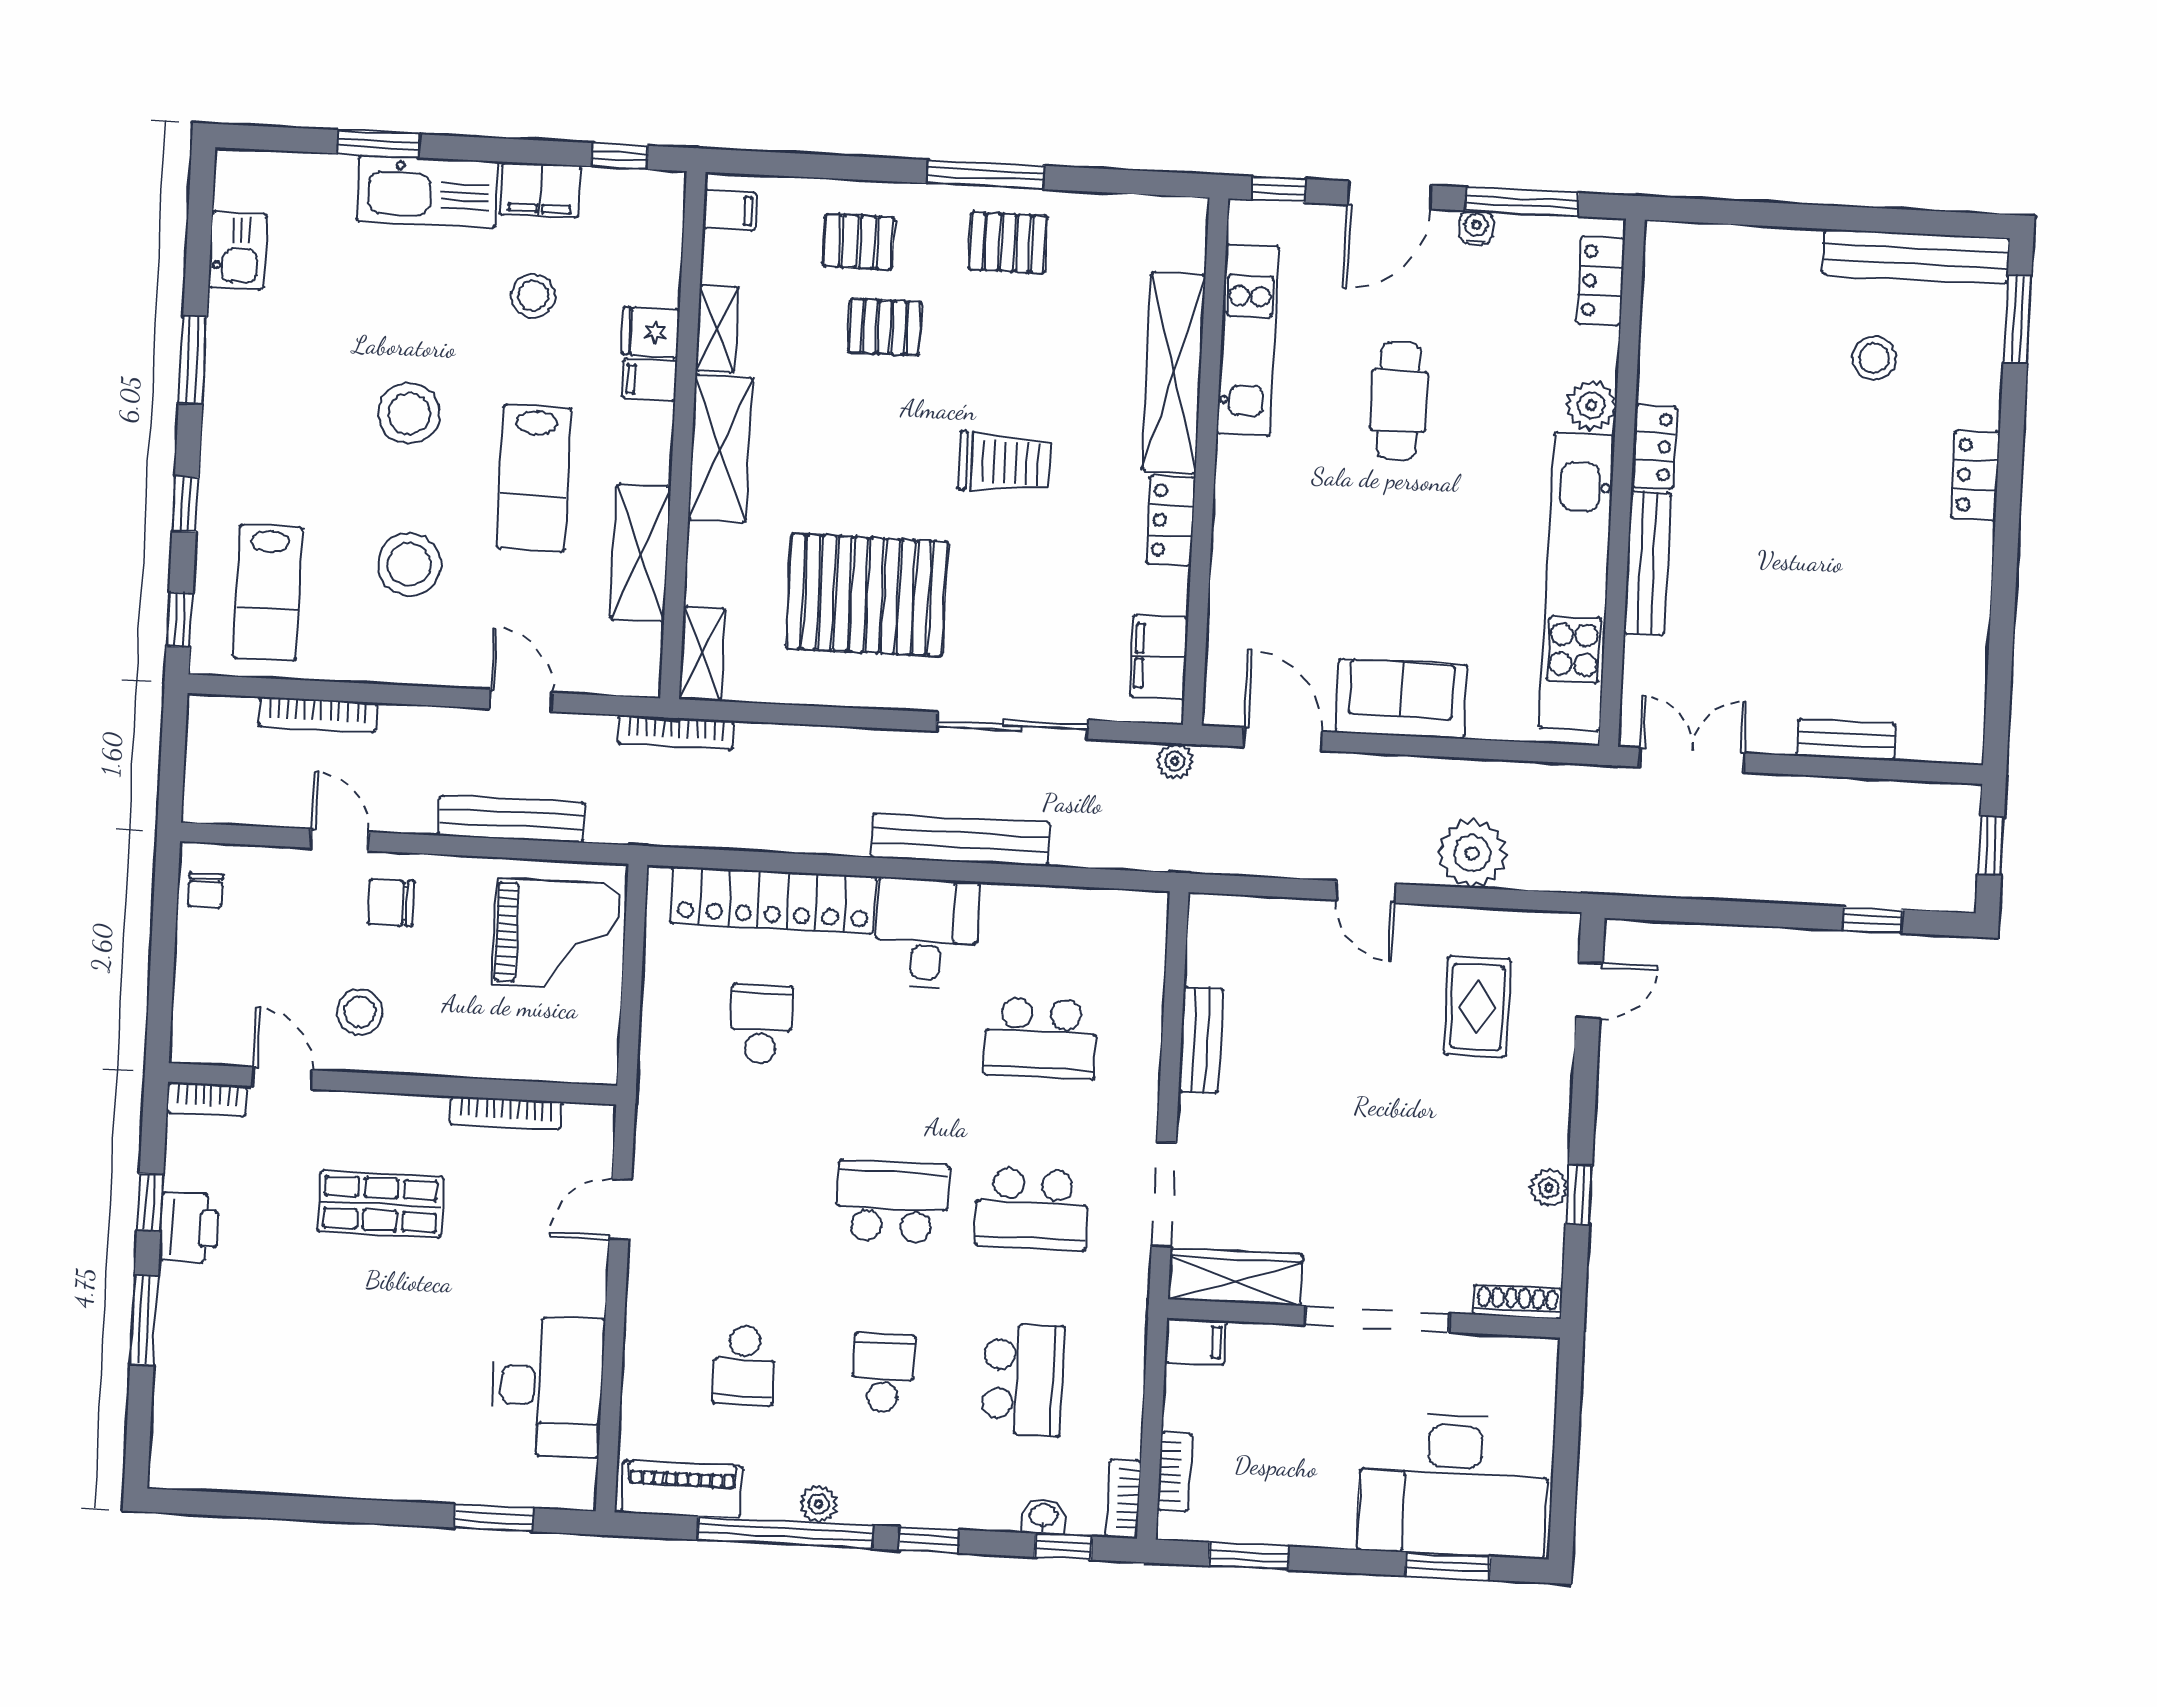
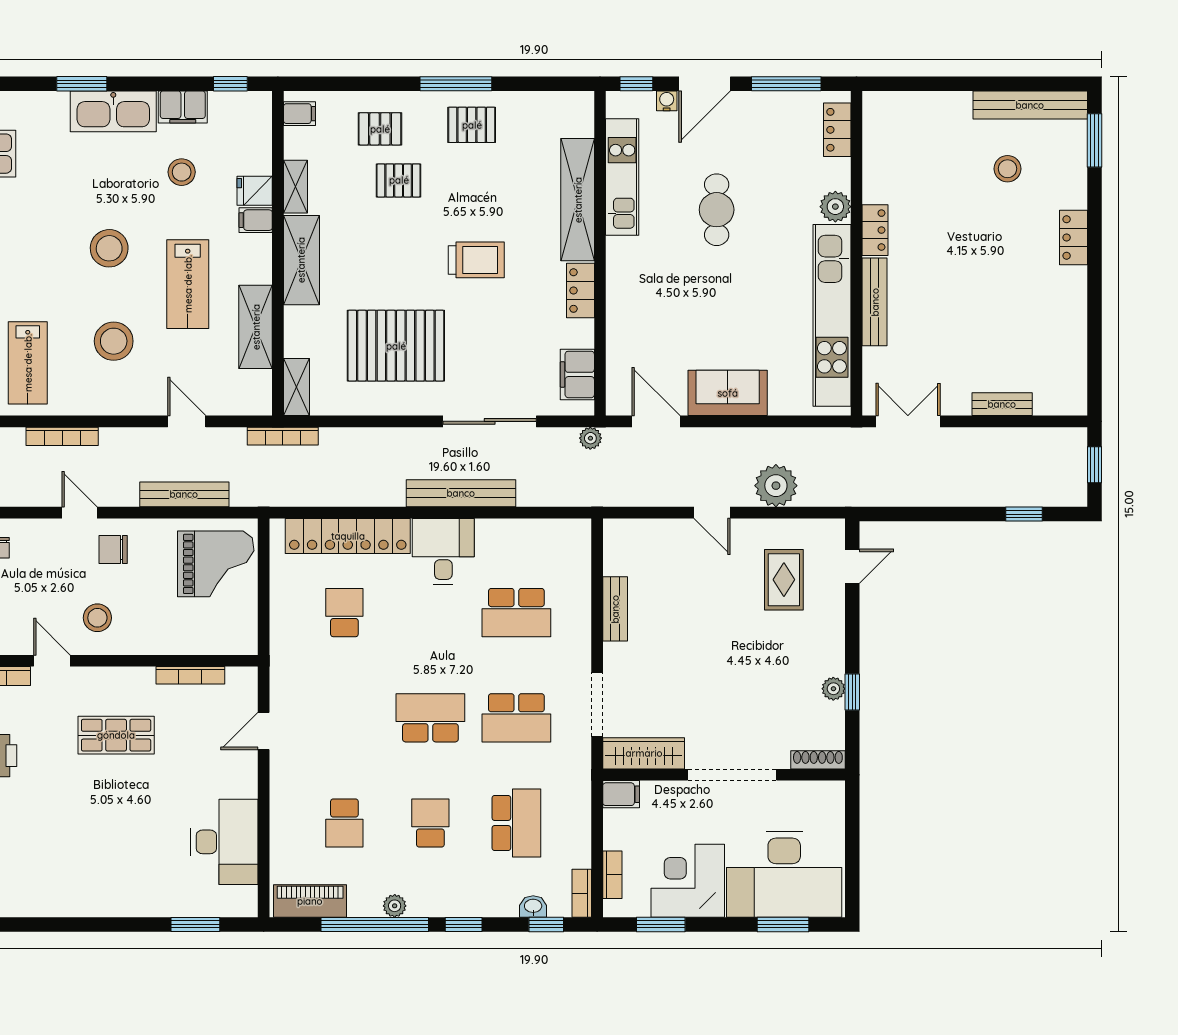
water cooler: (1476, 227) -> (667, 101), moved
corner desk: (1296, 1487) -> (688, 881), added

